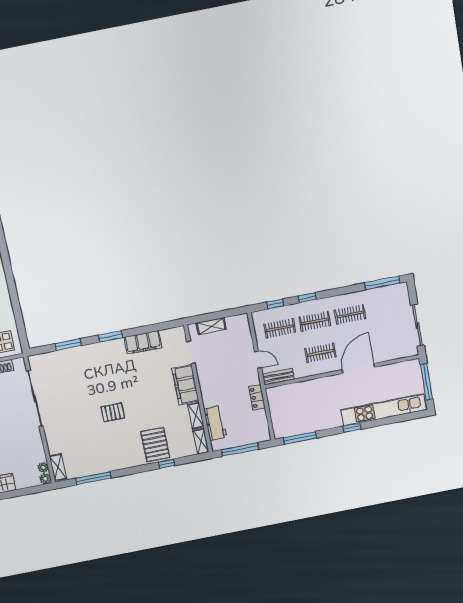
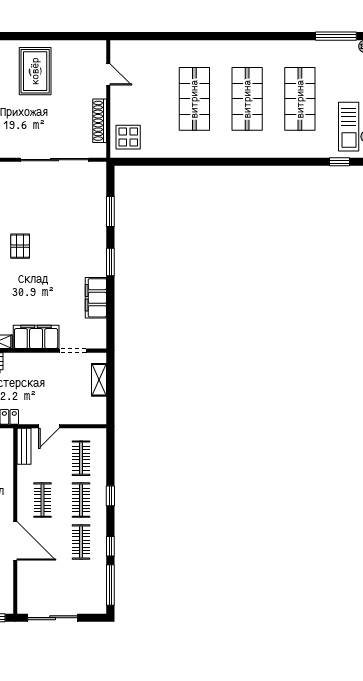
window: (275, 304) -> (110, 546), moved

